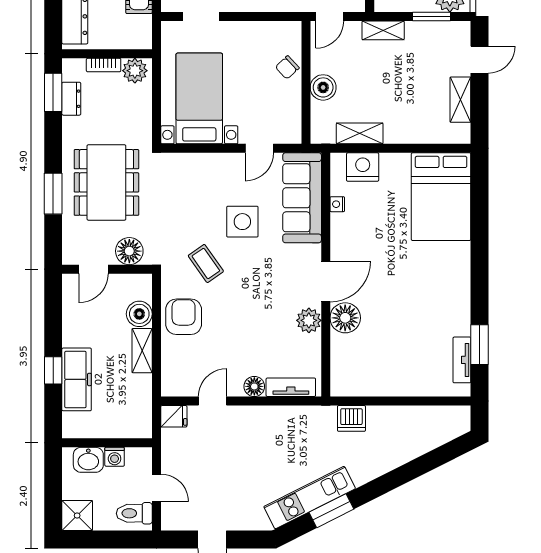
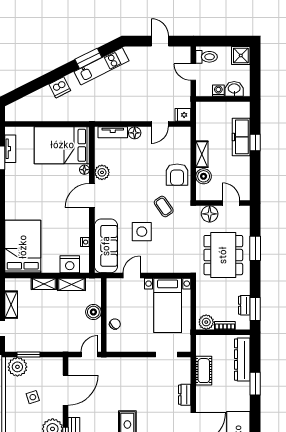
shelving: (383, 30) -> (44, 284), moved
door: (93, 269) -> (231, 203), hinge flipped
floor lamp: (345, 318) -> (84, 170), width x0.53, depth x0.53
bed: (376, 366) -> (62, 145), added
dishwasher: (351, 418) -> (60, 87), moved, turned 153

